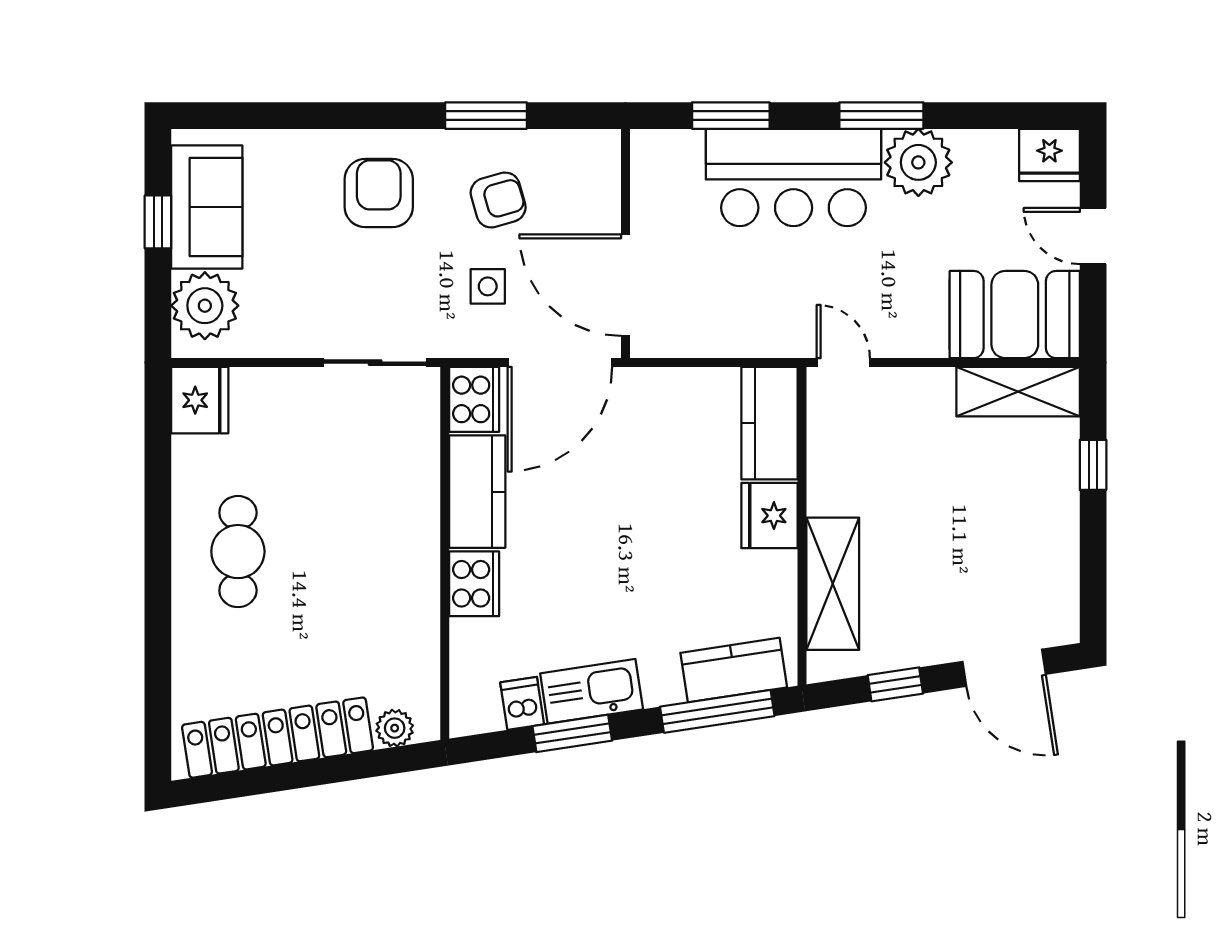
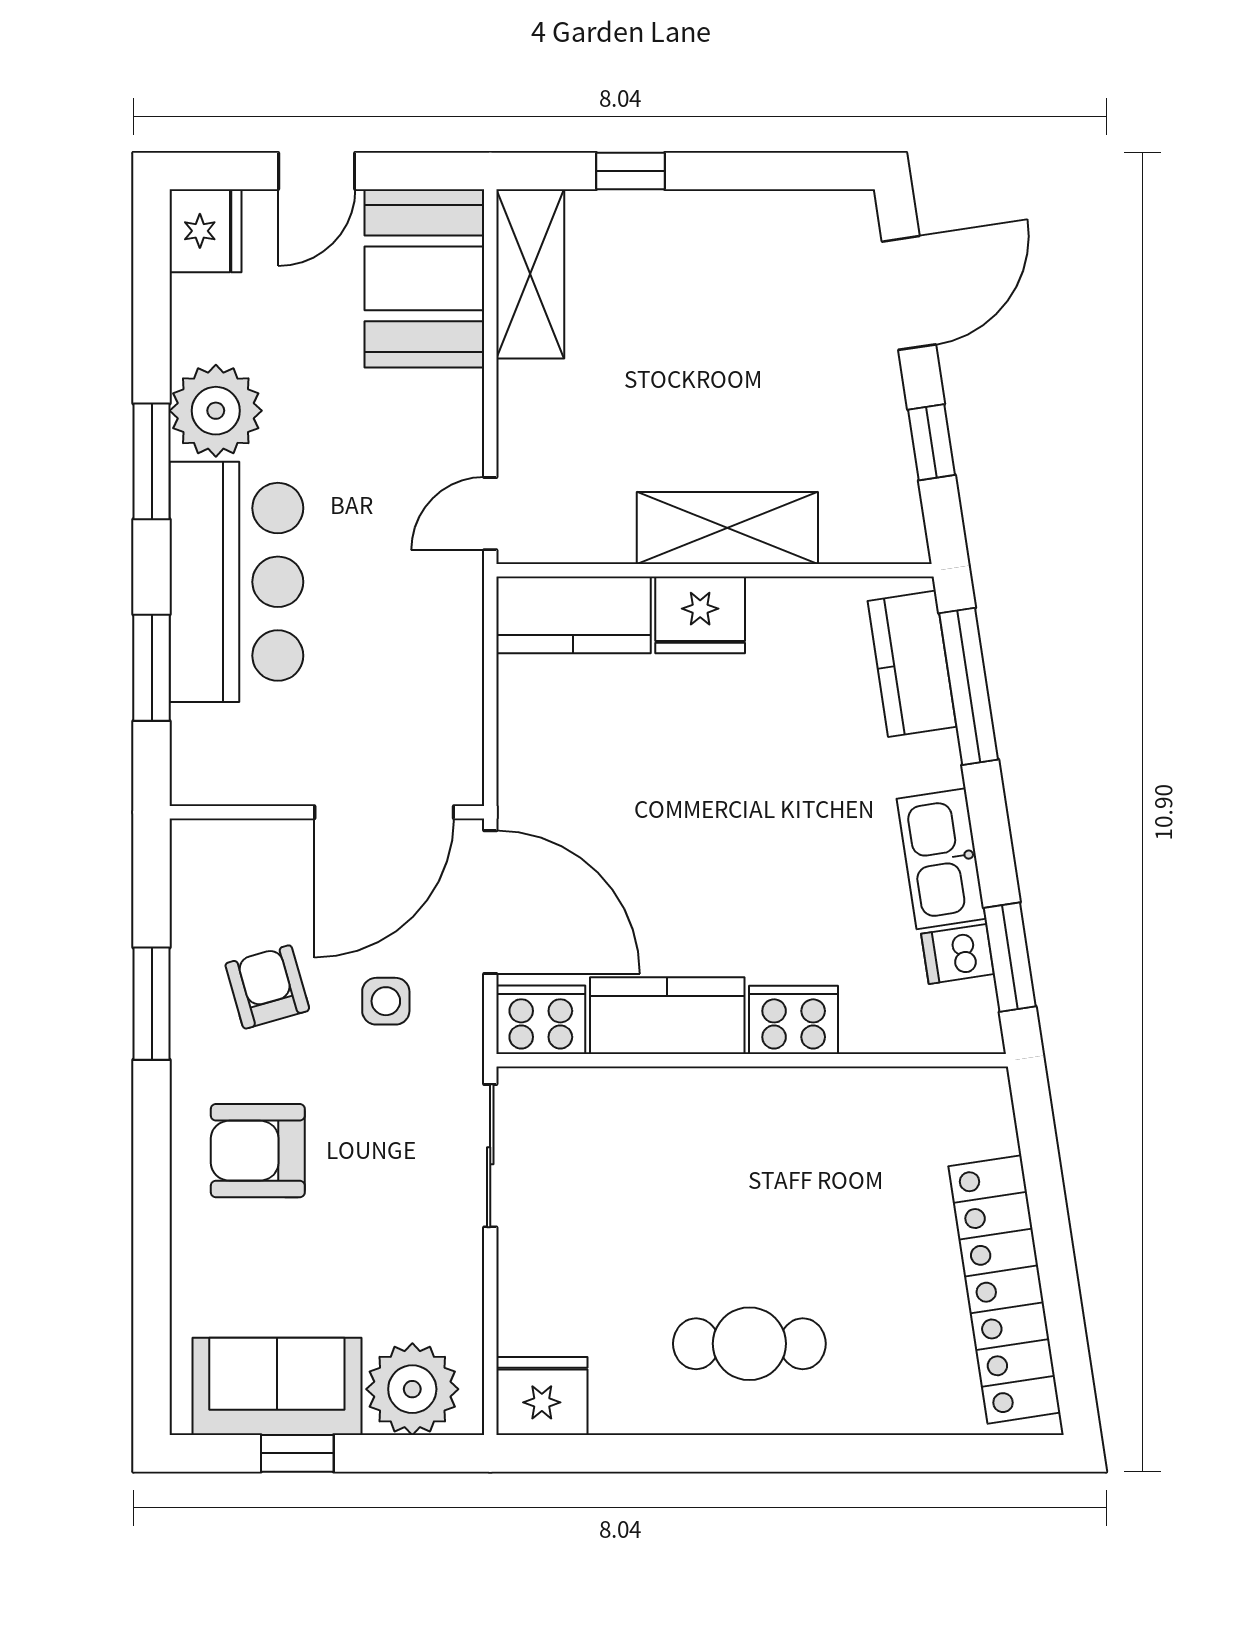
shelving: (833, 584) -> (727, 528), moved
plant: (395, 728) -> (992, 1129), removed
window: (572, 733) -> (1010, 957), moved

